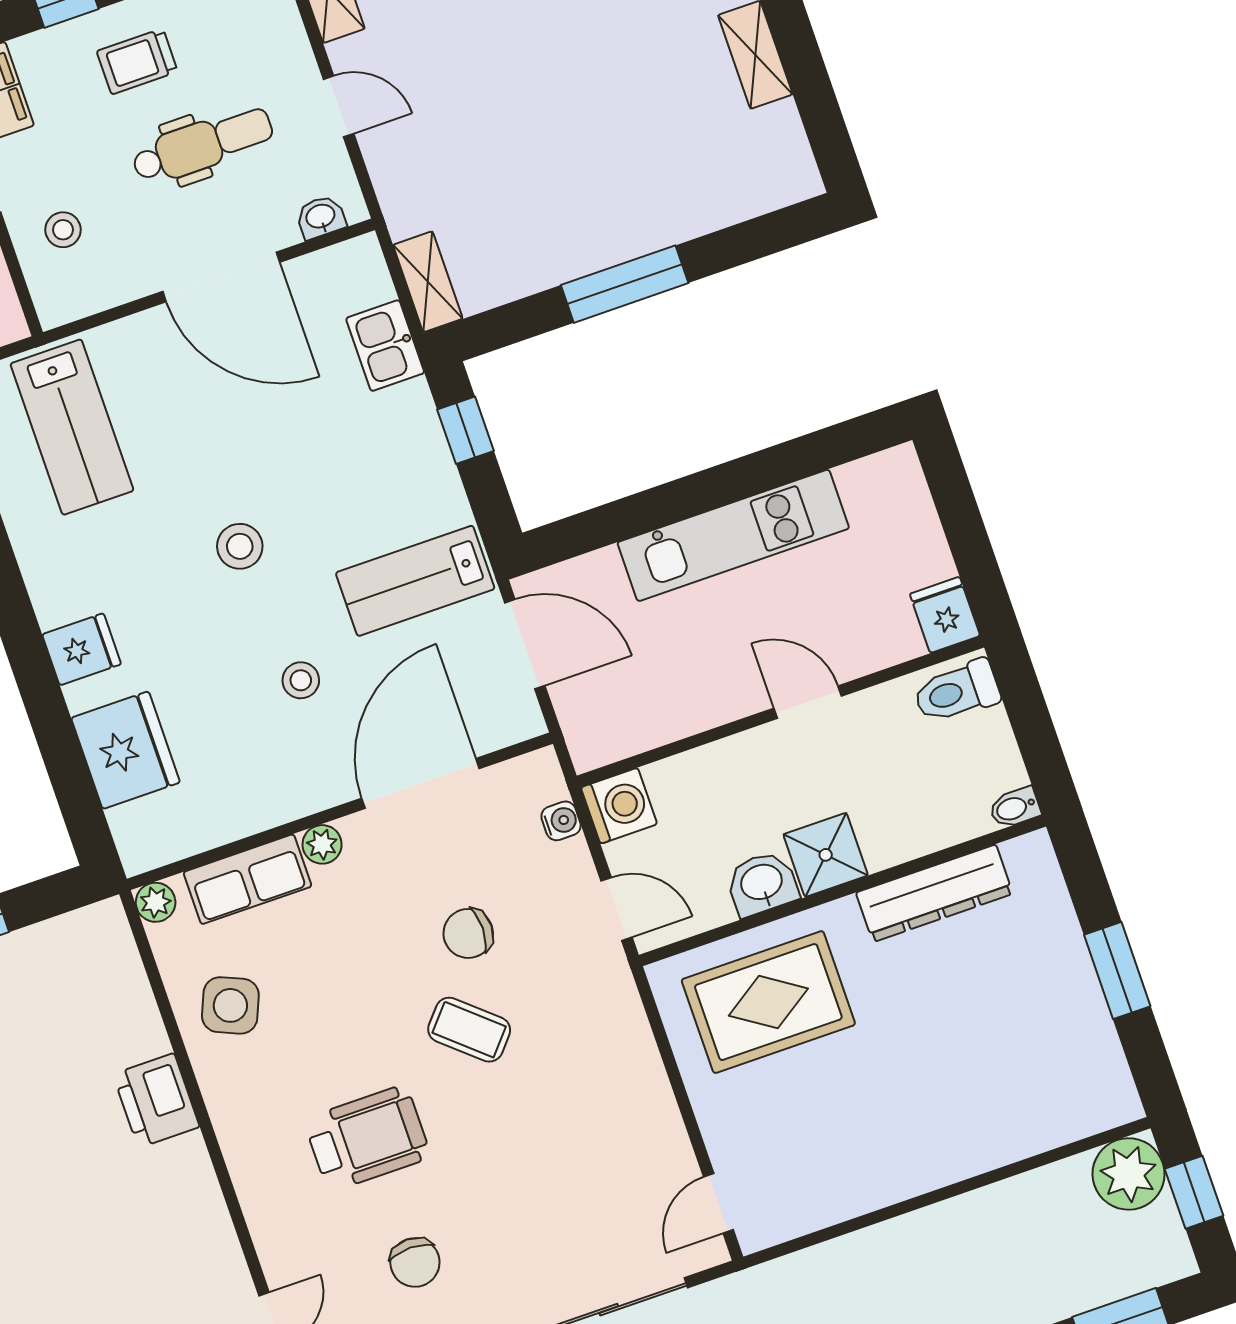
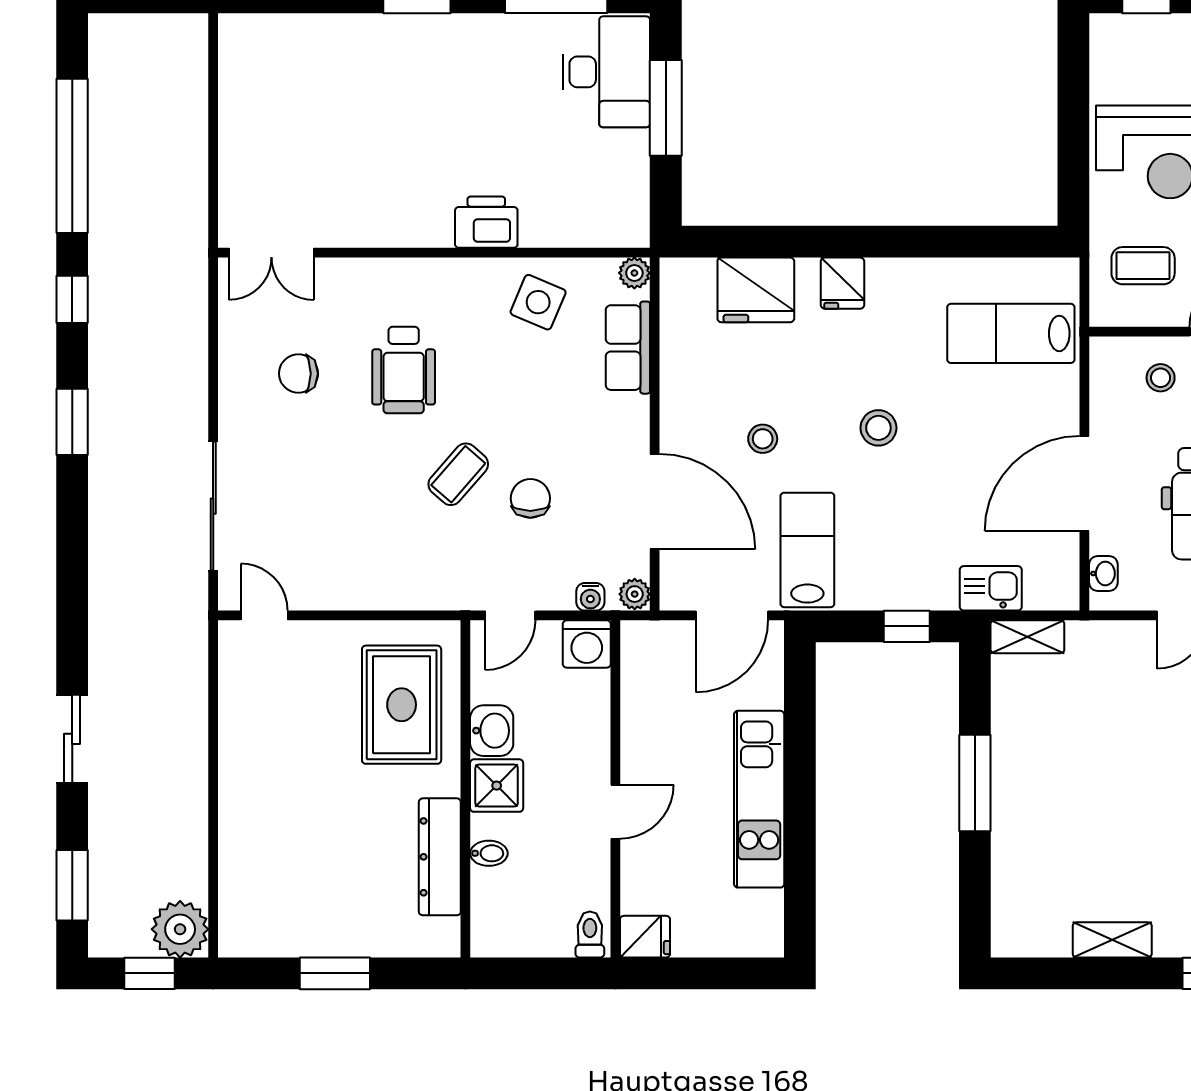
toilet: (957, 692) -> (590, 934), width x0.73, depth x0.72
bidet: (1015, 808) -> (489, 853), moved, turned 90
plant: (322, 844) -> (635, 594), moved

